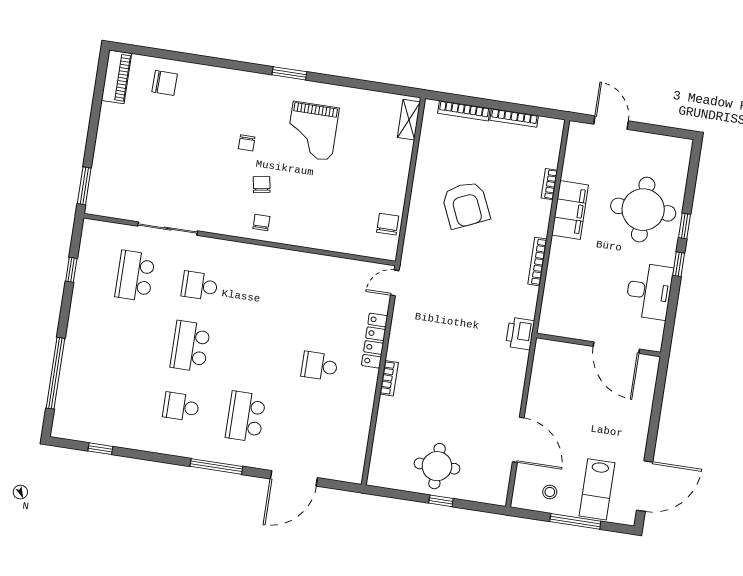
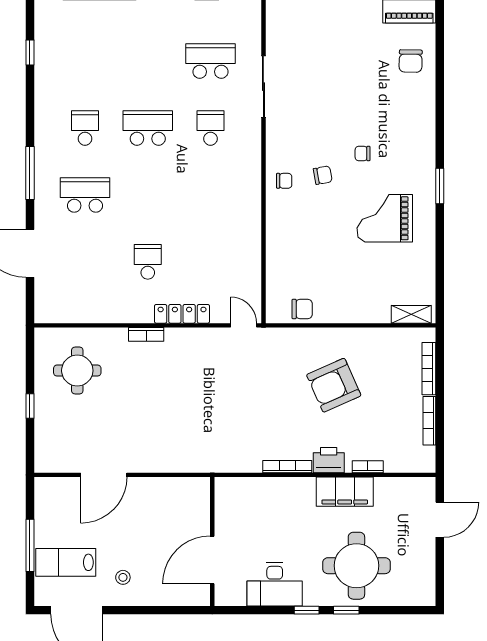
printer: (520, 334) -> (329, 460), moved
round table: (437, 466) -> (77, 371), moved
stool: (550, 492) -> (123, 577), moved

